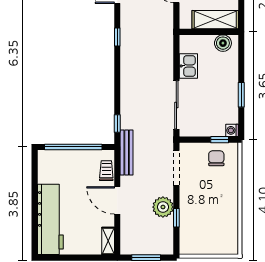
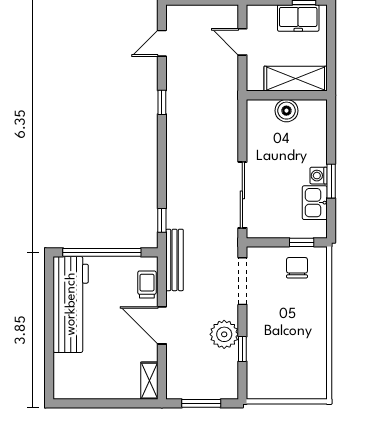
boiler: (223, 43) -> (286, 111), moved
kitchen sink: (188, 66) -> (315, 203), moved, turned 180
washing machine: (232, 130) -> (319, 176), moved
workbench: (50, 219) -> (71, 304), moved

